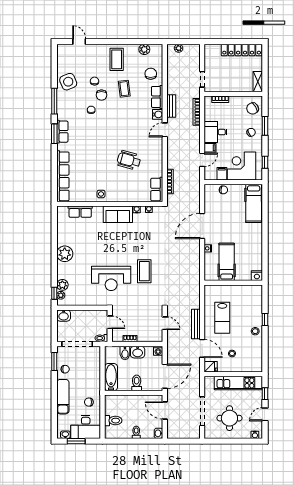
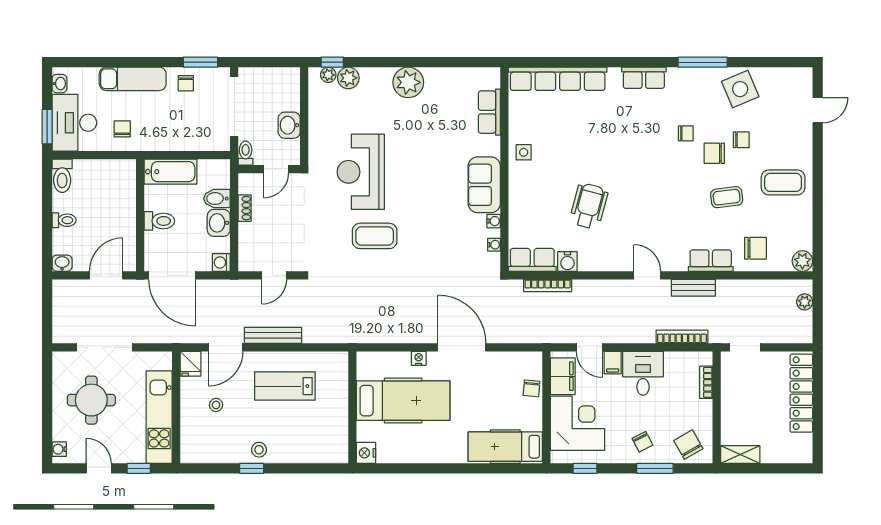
plant: (144, 49) -> (802, 261), moved
locker: (242, 50) -> (801, 393), moved
water cooler: (158, 114) -> (567, 262), moved
window: (54, 134) -> (640, 62), removed
filing cabinet: (222, 174) -> (563, 376), width x2.00
hospital bed: (227, 262) -> (403, 401), width x1.37, depth x1.29
washbasin: (64, 316) -> (289, 125), moved
window: (265, 319) -> (252, 468), moved
toilet: (113, 421) -> (62, 176), moved
window: (76, 441) -> (47, 127), moved

